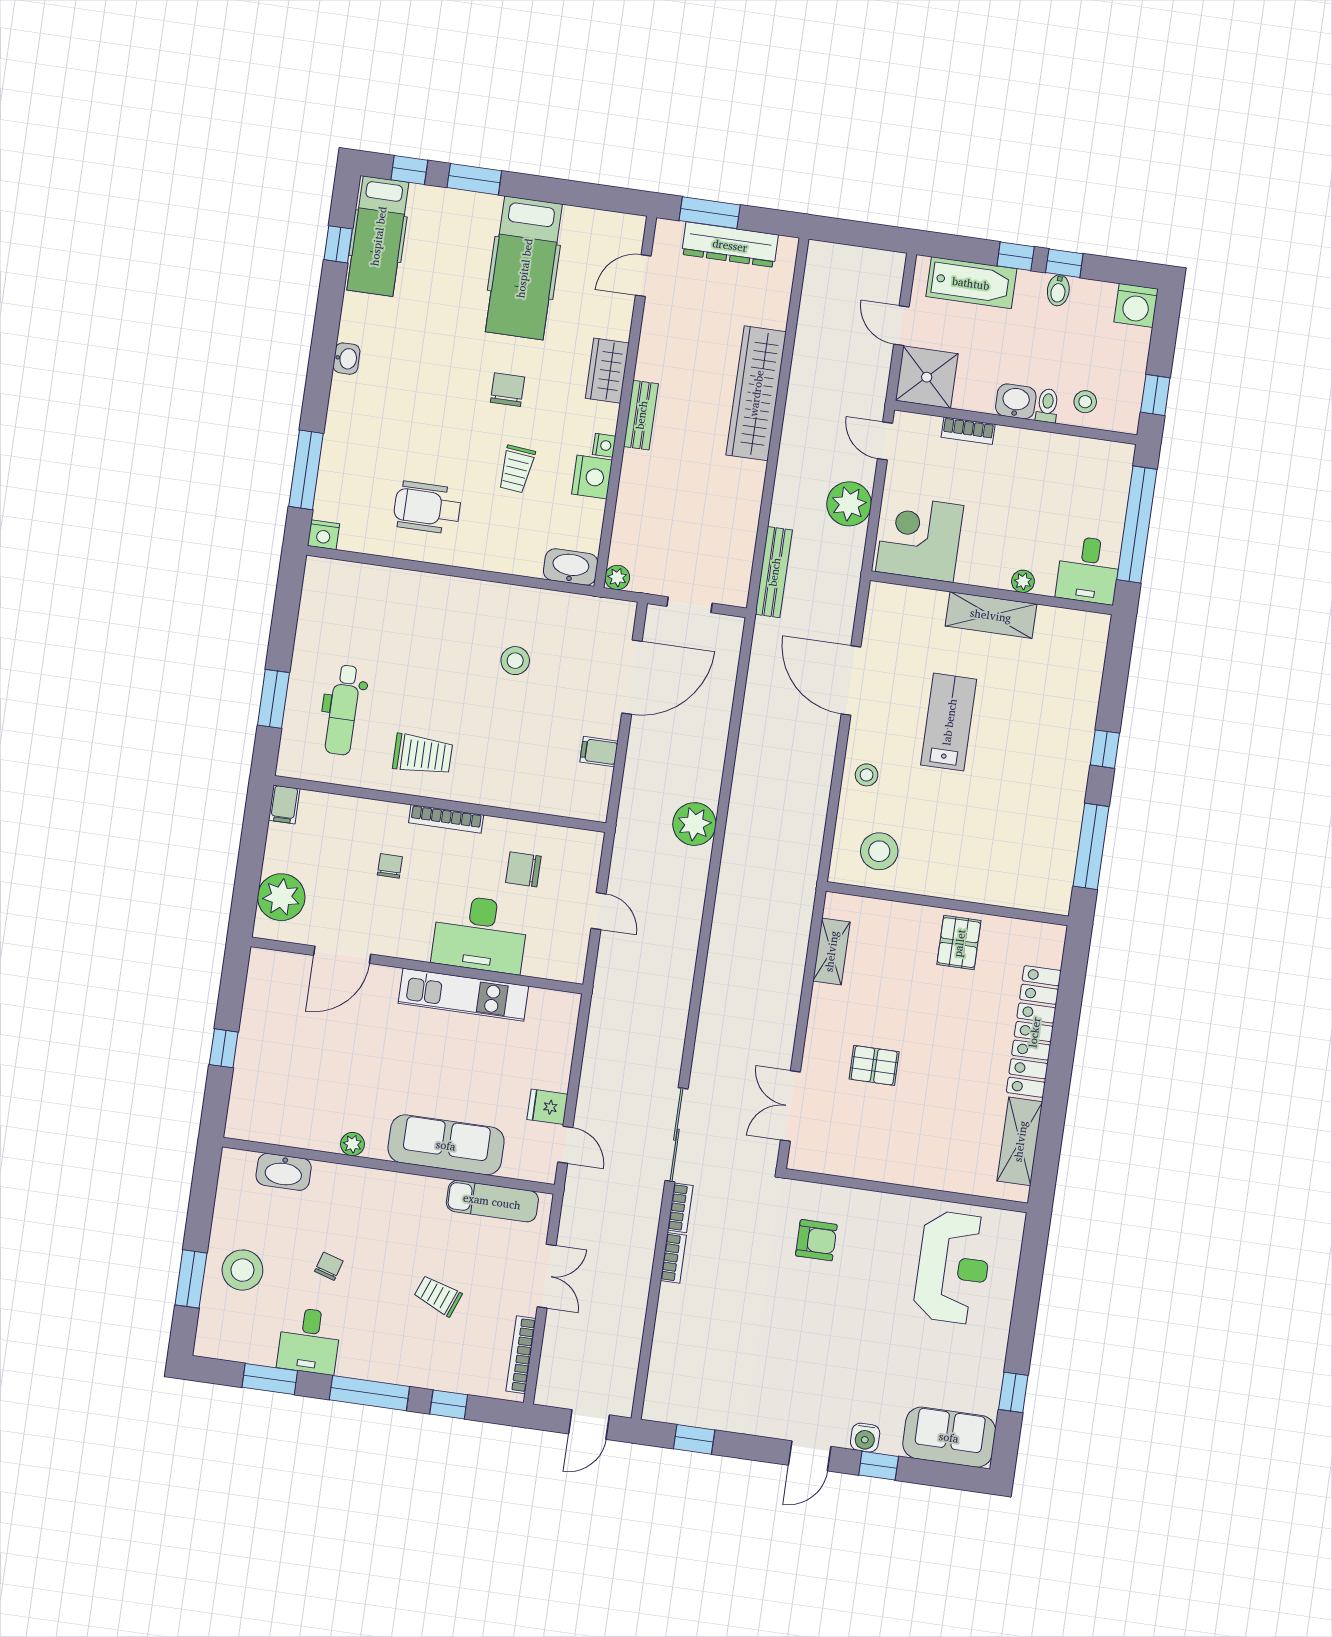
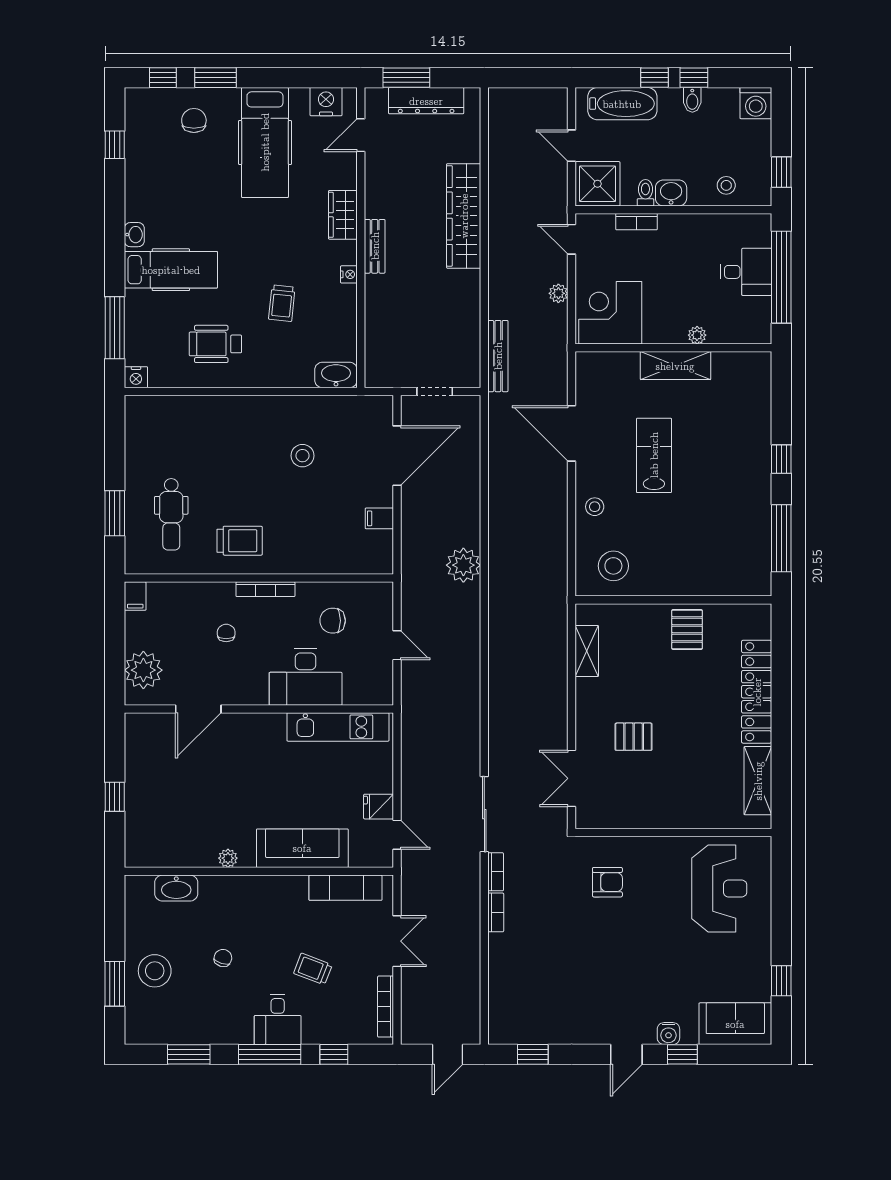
hospital bed: (378, 236) -> (171, 270), moved, turned -90
chair: (507, 390) -> (194, 120), moved
toilet: (1047, 406) -> (645, 193), moved
nightstand: (592, 477) -> (326, 102), moved, turned -90
plant: (849, 504) -> (558, 293), width x0.53, depth x0.53
desk: (1088, 570) -> (746, 272), moved, turned -90
plant: (617, 577) -> (374, 378), removed
kitchen unit: (463, 995) -> (338, 727), moved
desk: (309, 1341) -> (278, 1019), moved

